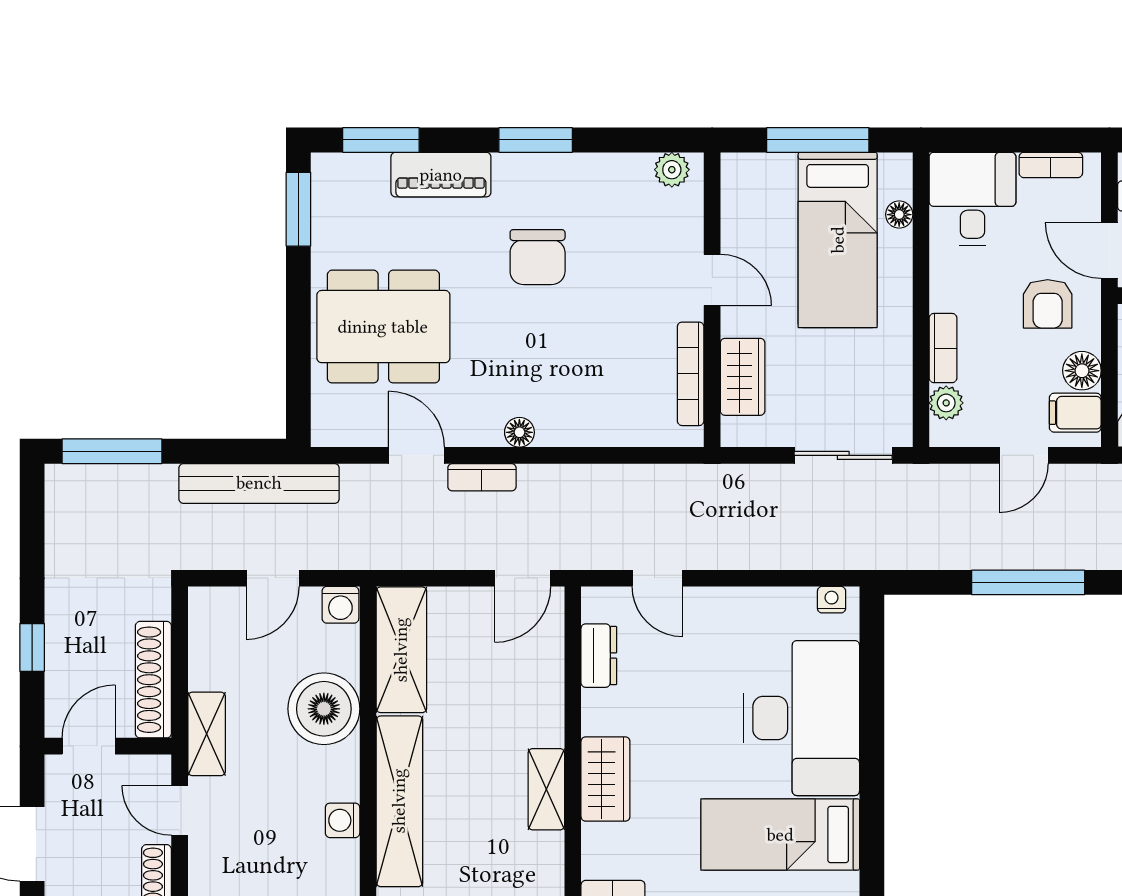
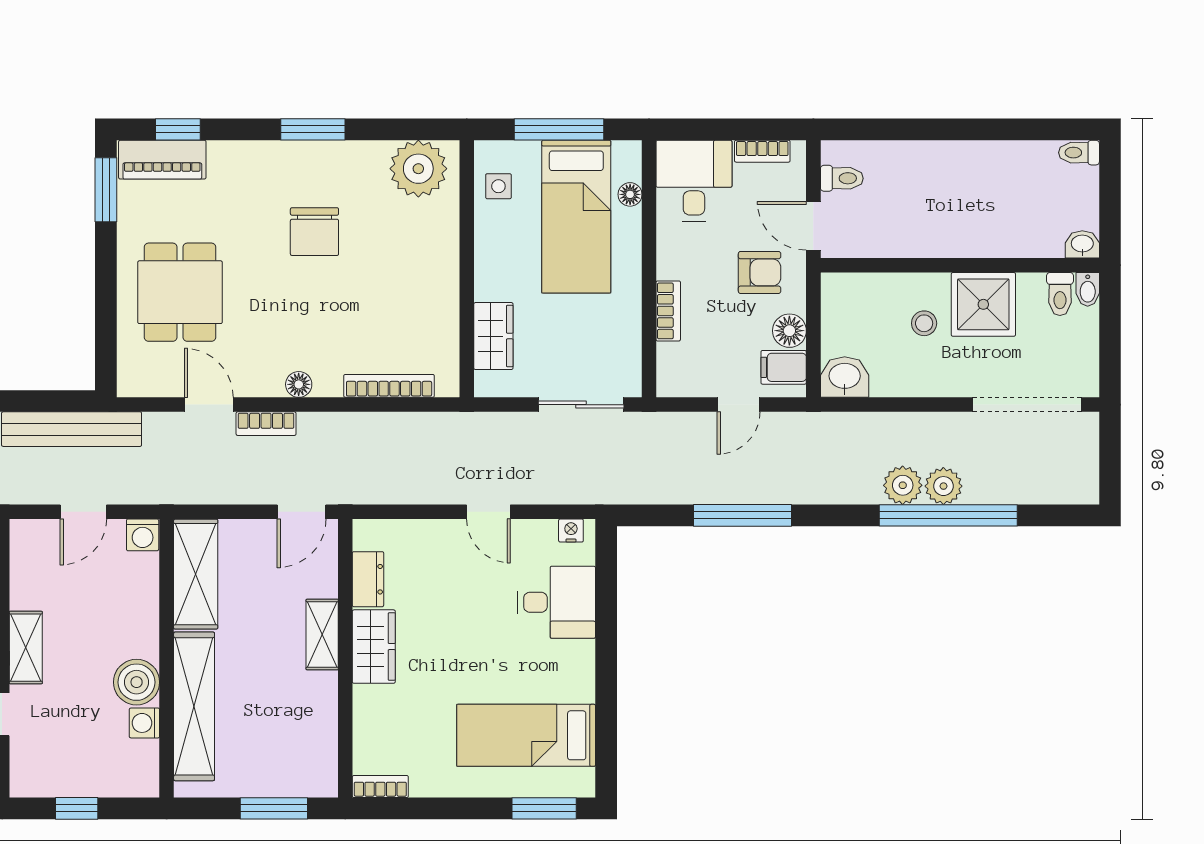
window: (381, 140) -> (178, 129), width x0.67
plant: (672, 170) -> (418, 169), width x1.88, depth x1.88
piano: (441, 175) -> (162, 160), moved
side table: (748, 205) -> (498, 186), added
door: (712, 280) -> (467, 252), removed
armchair: (1048, 304) -> (760, 272), turned -90
dining table: (383, 327) -> (180, 292), width x0.73
bookcase: (691, 374) -> (389, 386), moved, turned 90
plant: (946, 403) -> (671, 359), removed
door: (657, 578) -> (488, 512), moved
boiler: (324, 709) -> (137, 682), moved, width x0.73, depth x0.73
desk: (802, 718) -> (556, 602), width x0.53, depth x0.77
wardrobe: (605, 779) -> (374, 647), moved
shelving: (546, 789) -> (322, 635), moved

